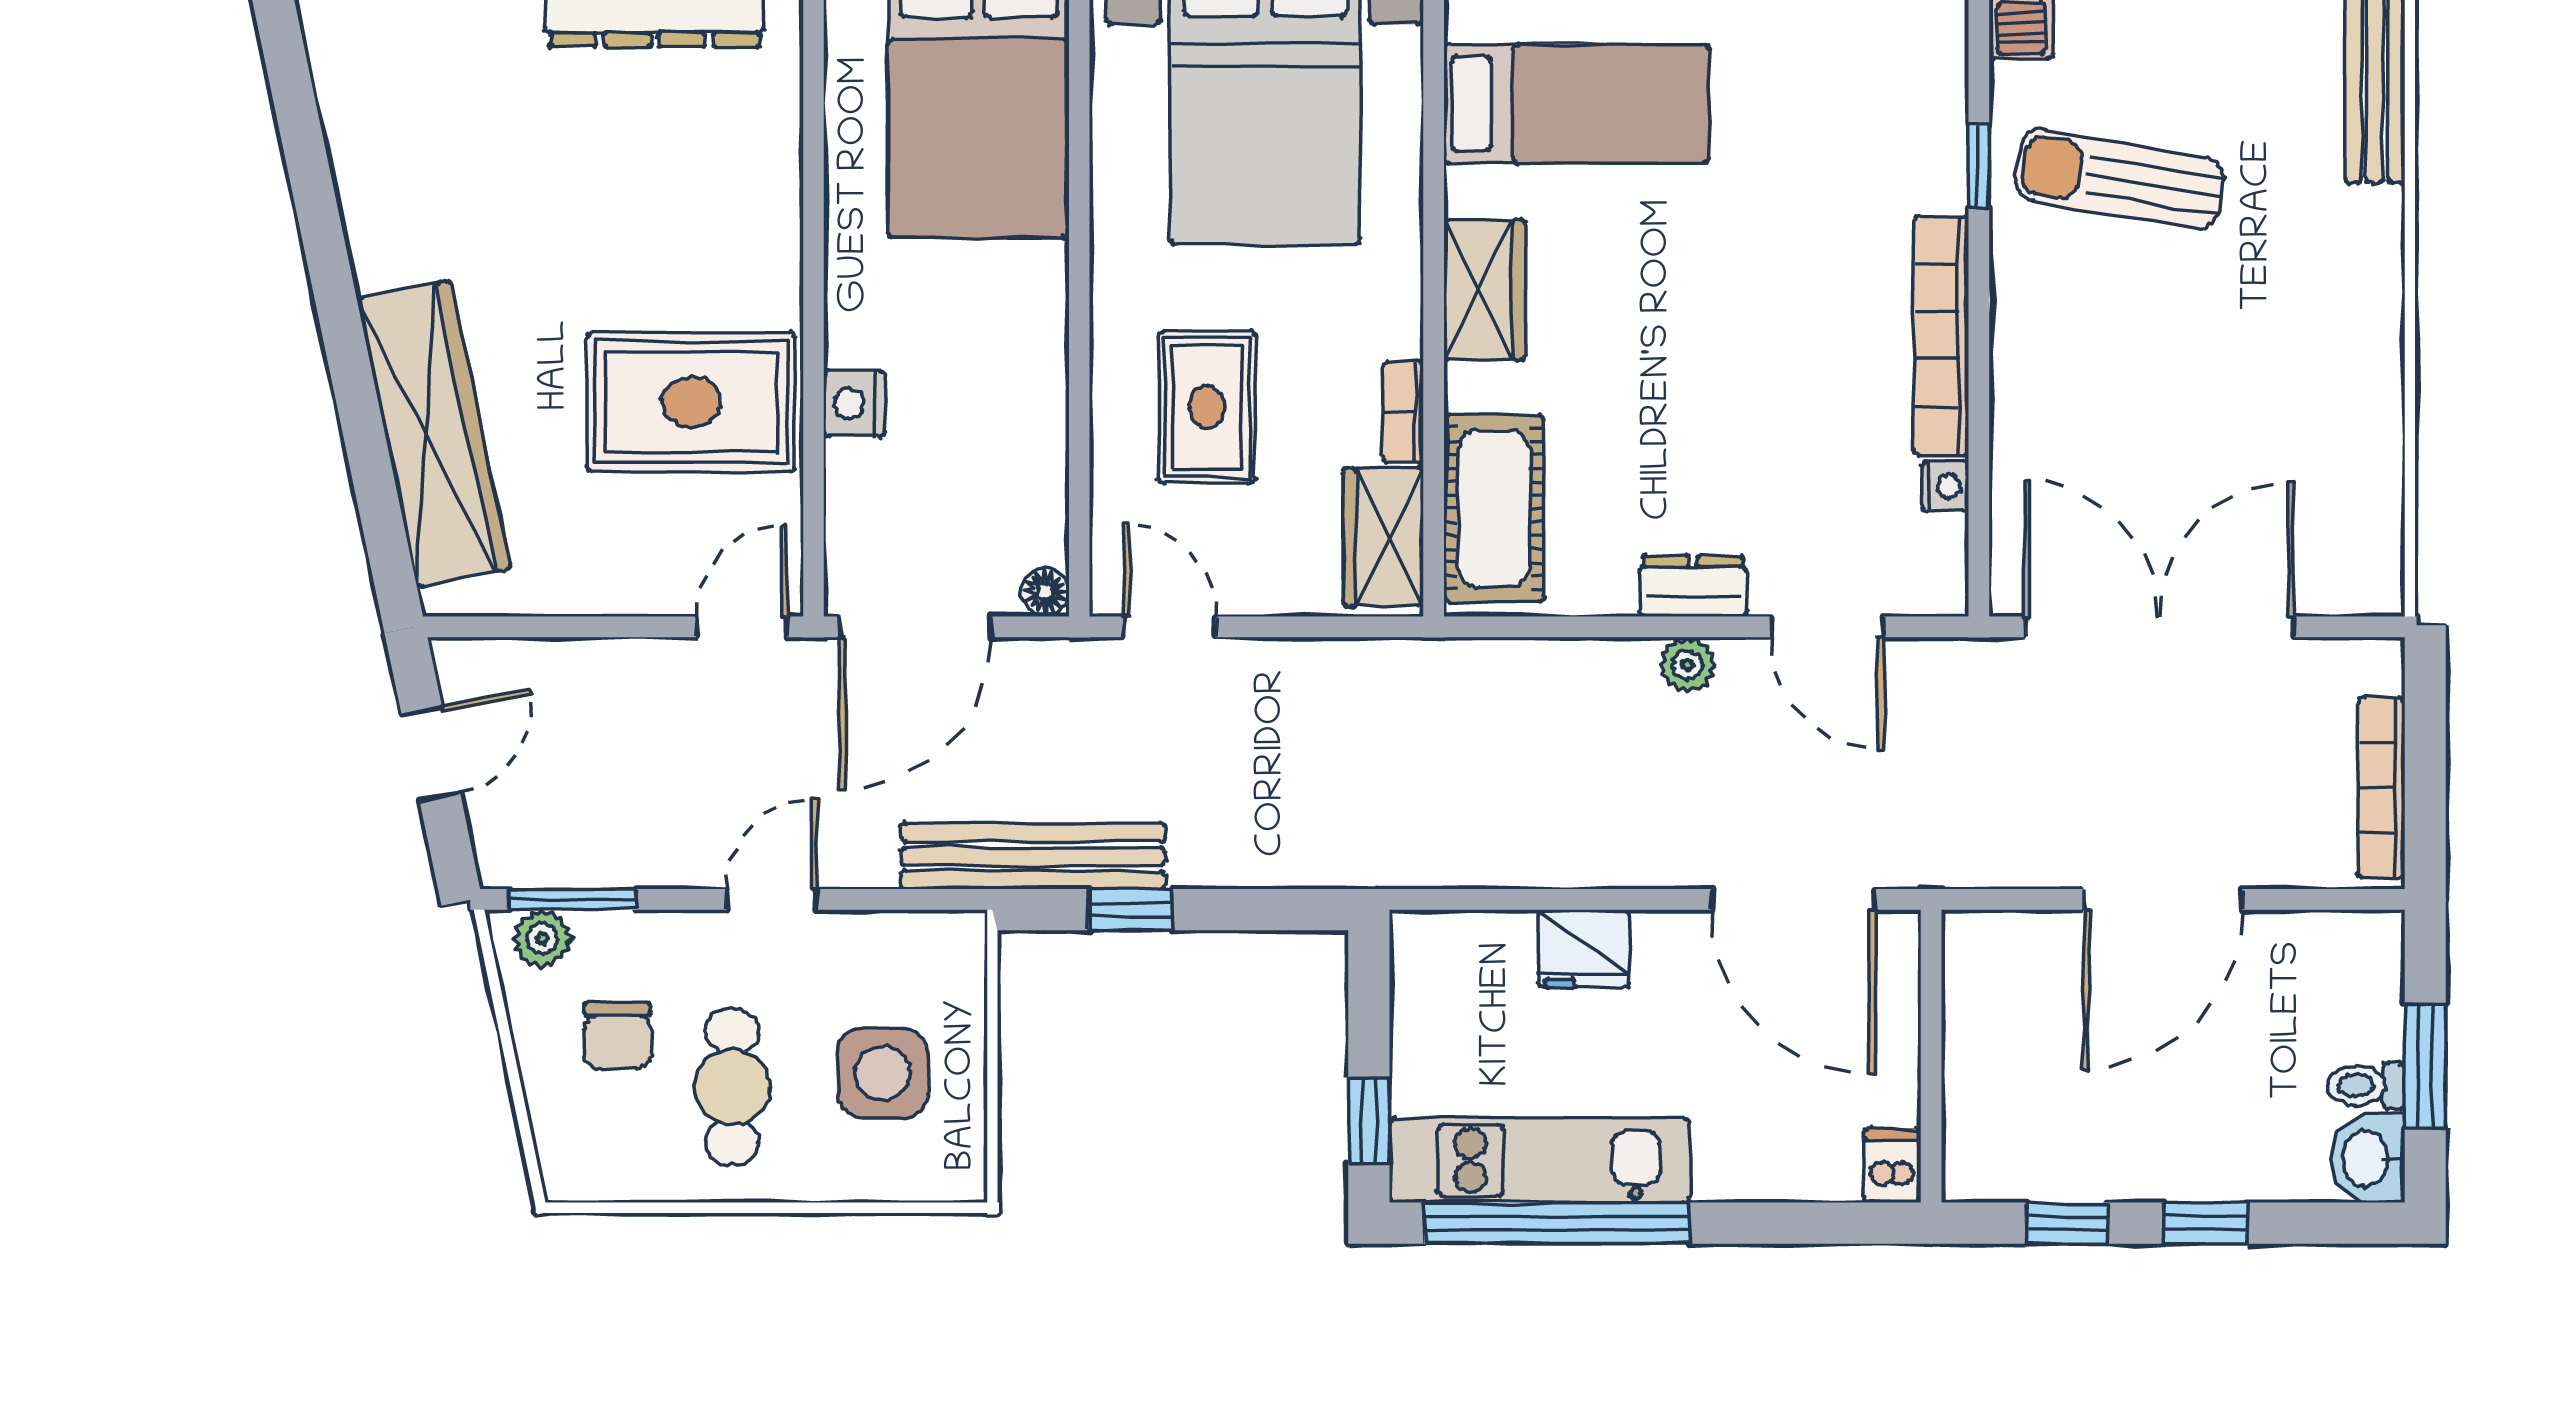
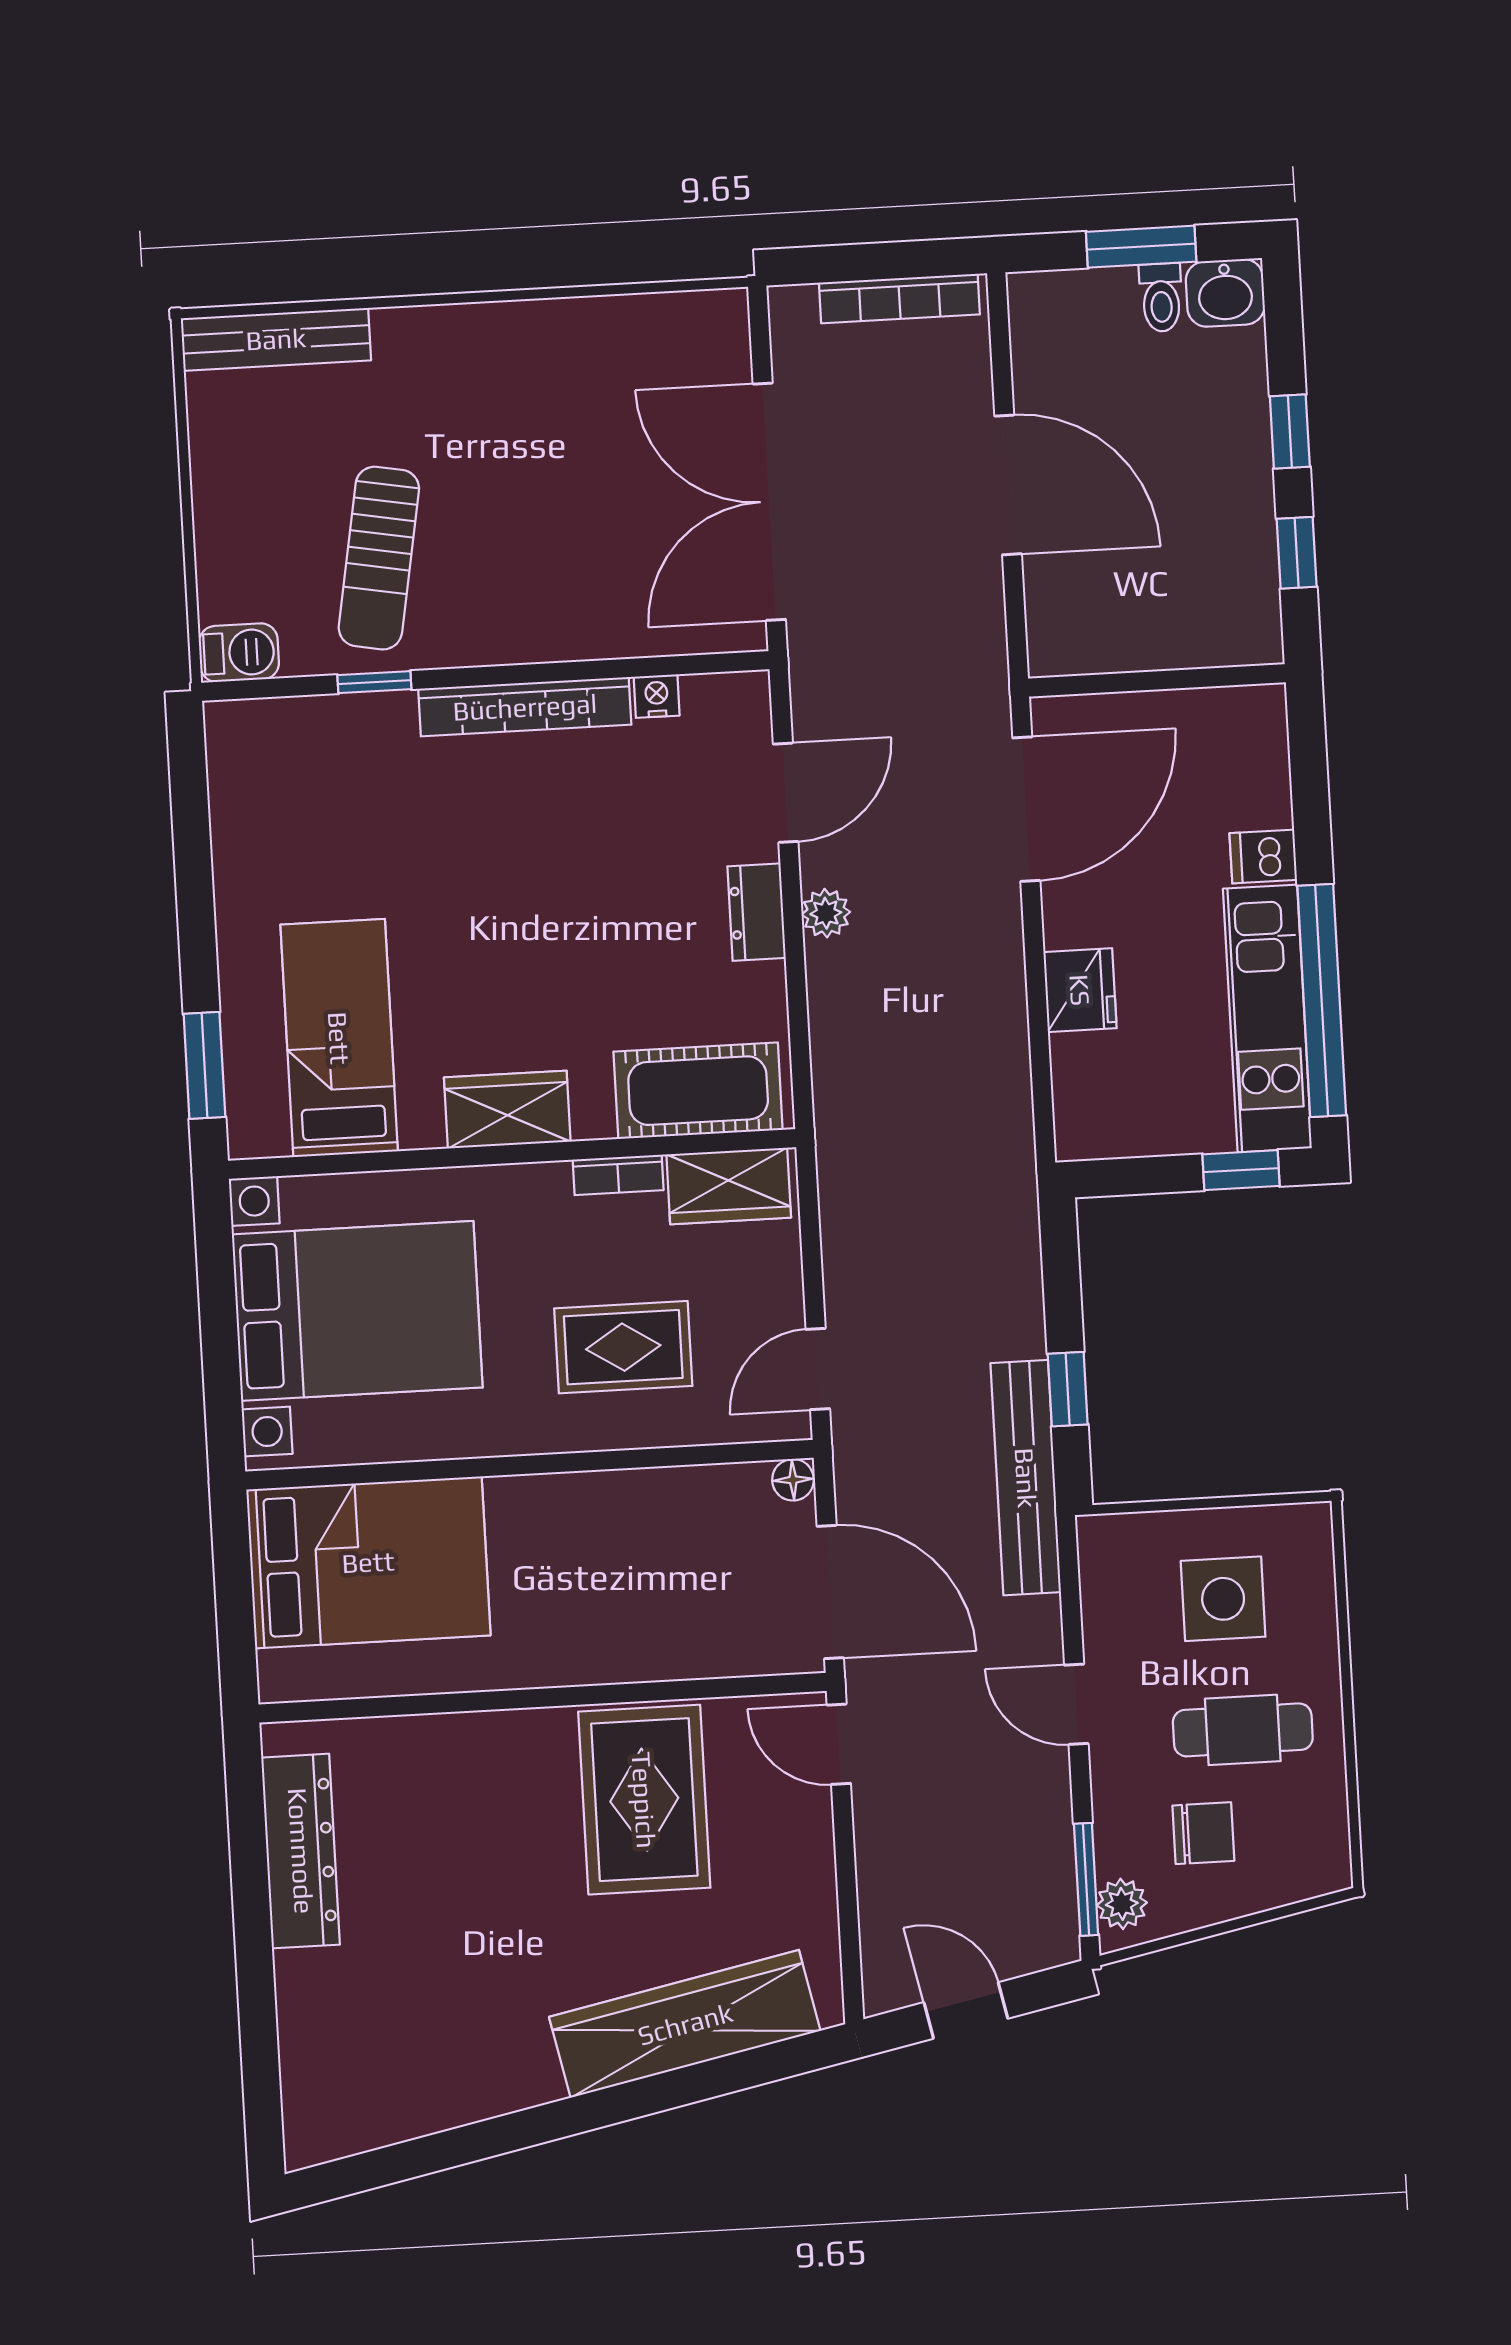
nightstand: (854, 403) -> (637, 1656), removed
dishwasher: (1892, 1166) -> (1263, 857), moved

